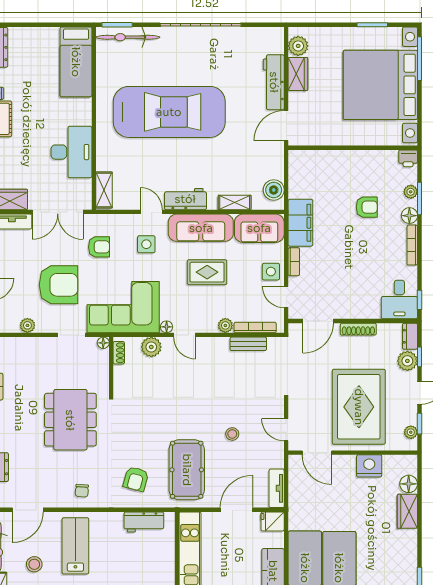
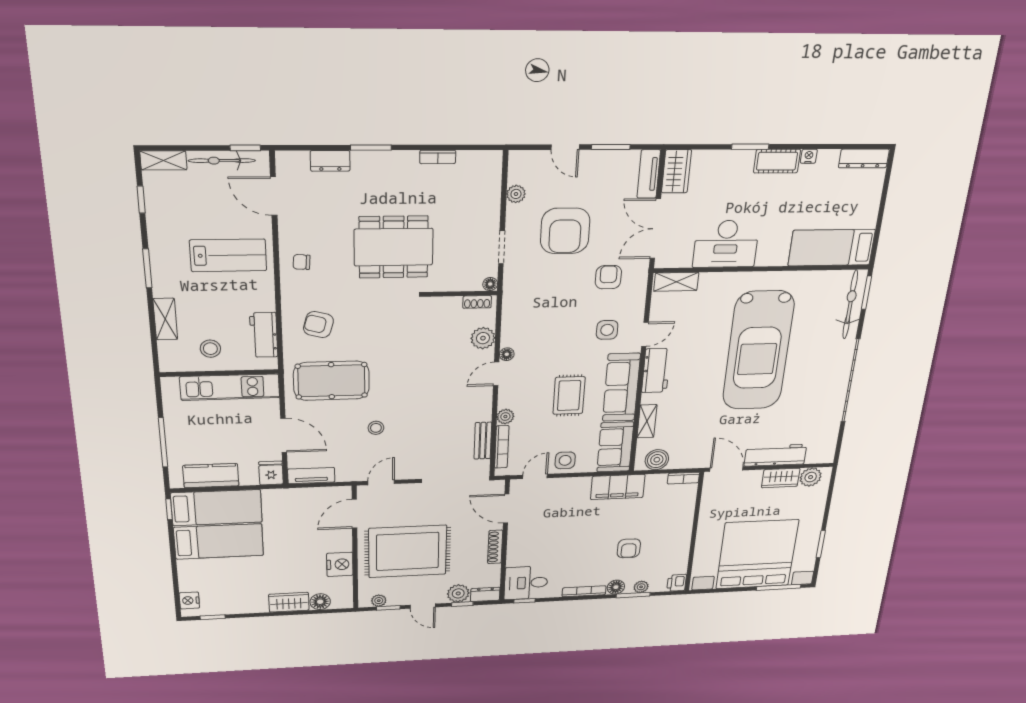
armchair: (99, 247) -> (608, 277), turned 180
bookcase: (294, 262) -> (683, 478), moved
corner sofa: (123, 307) -> (533, 306), removed
stool: (34, 564) -> (210, 349), moved

